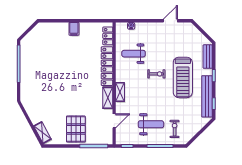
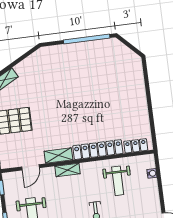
filing cabinet: (74, 29) -> (139, 102), removed
weight bench: (134, 54) -> (118, 181), turned 180
door: (114, 121) -> (31, 167), hinge flipped

